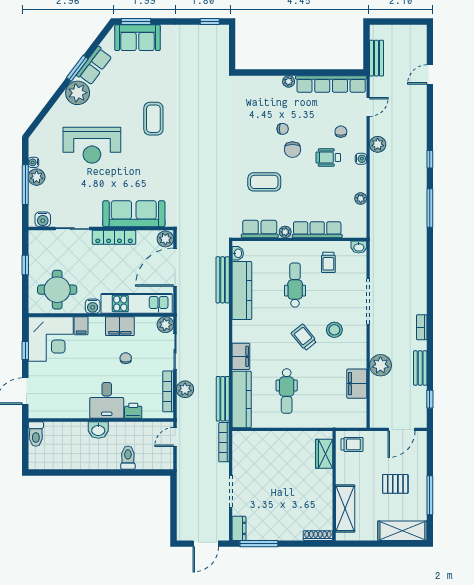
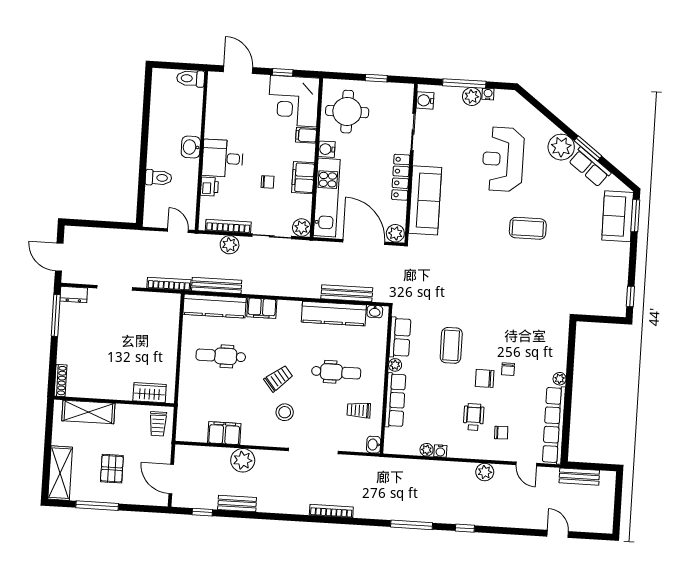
water cooler: (361, 159) -> (440, 451), moved
bookcase: (422, 327) -> (331, 511), moved, width x1.56

